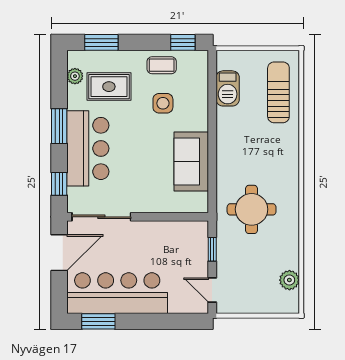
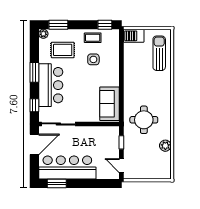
plant: (75, 76) -> (43, 34), moved
barbecue: (228, 88) -> (134, 36), moved, turned 90
sofa: (191, 162) -> (110, 104), moved
plant: (289, 280) -> (165, 146), moved

